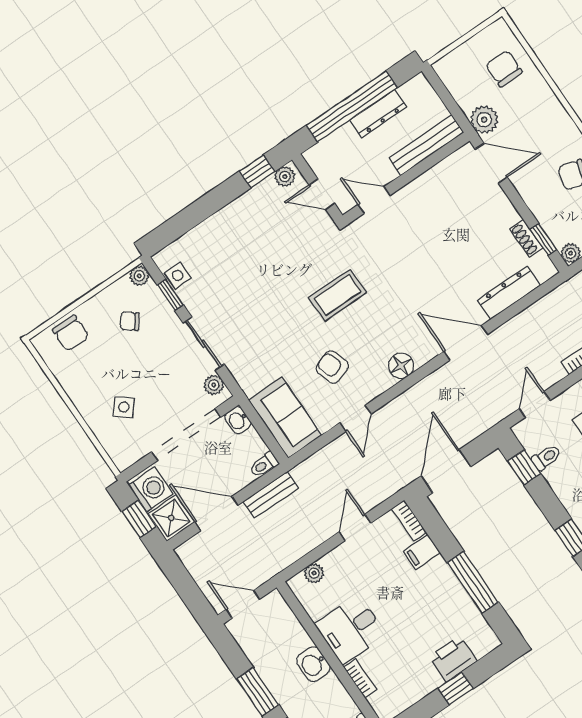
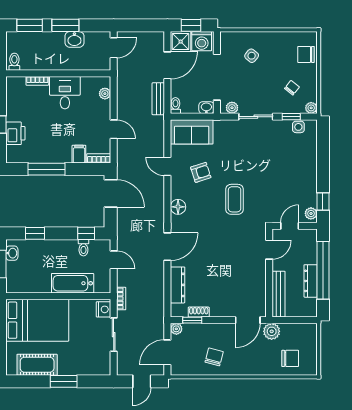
washbasin: (313, 664) -> (74, 39), moved, turned 180

